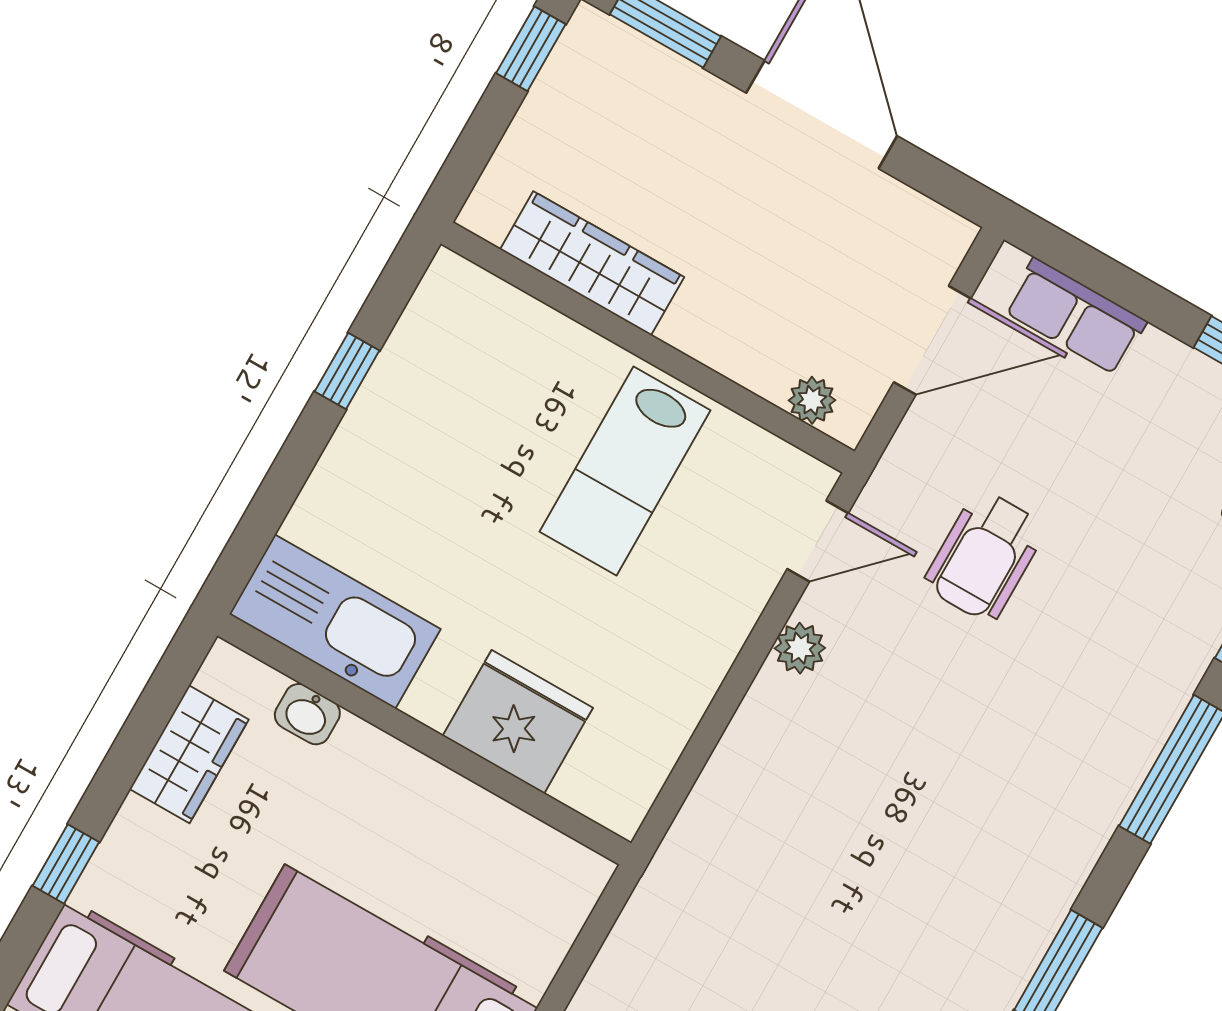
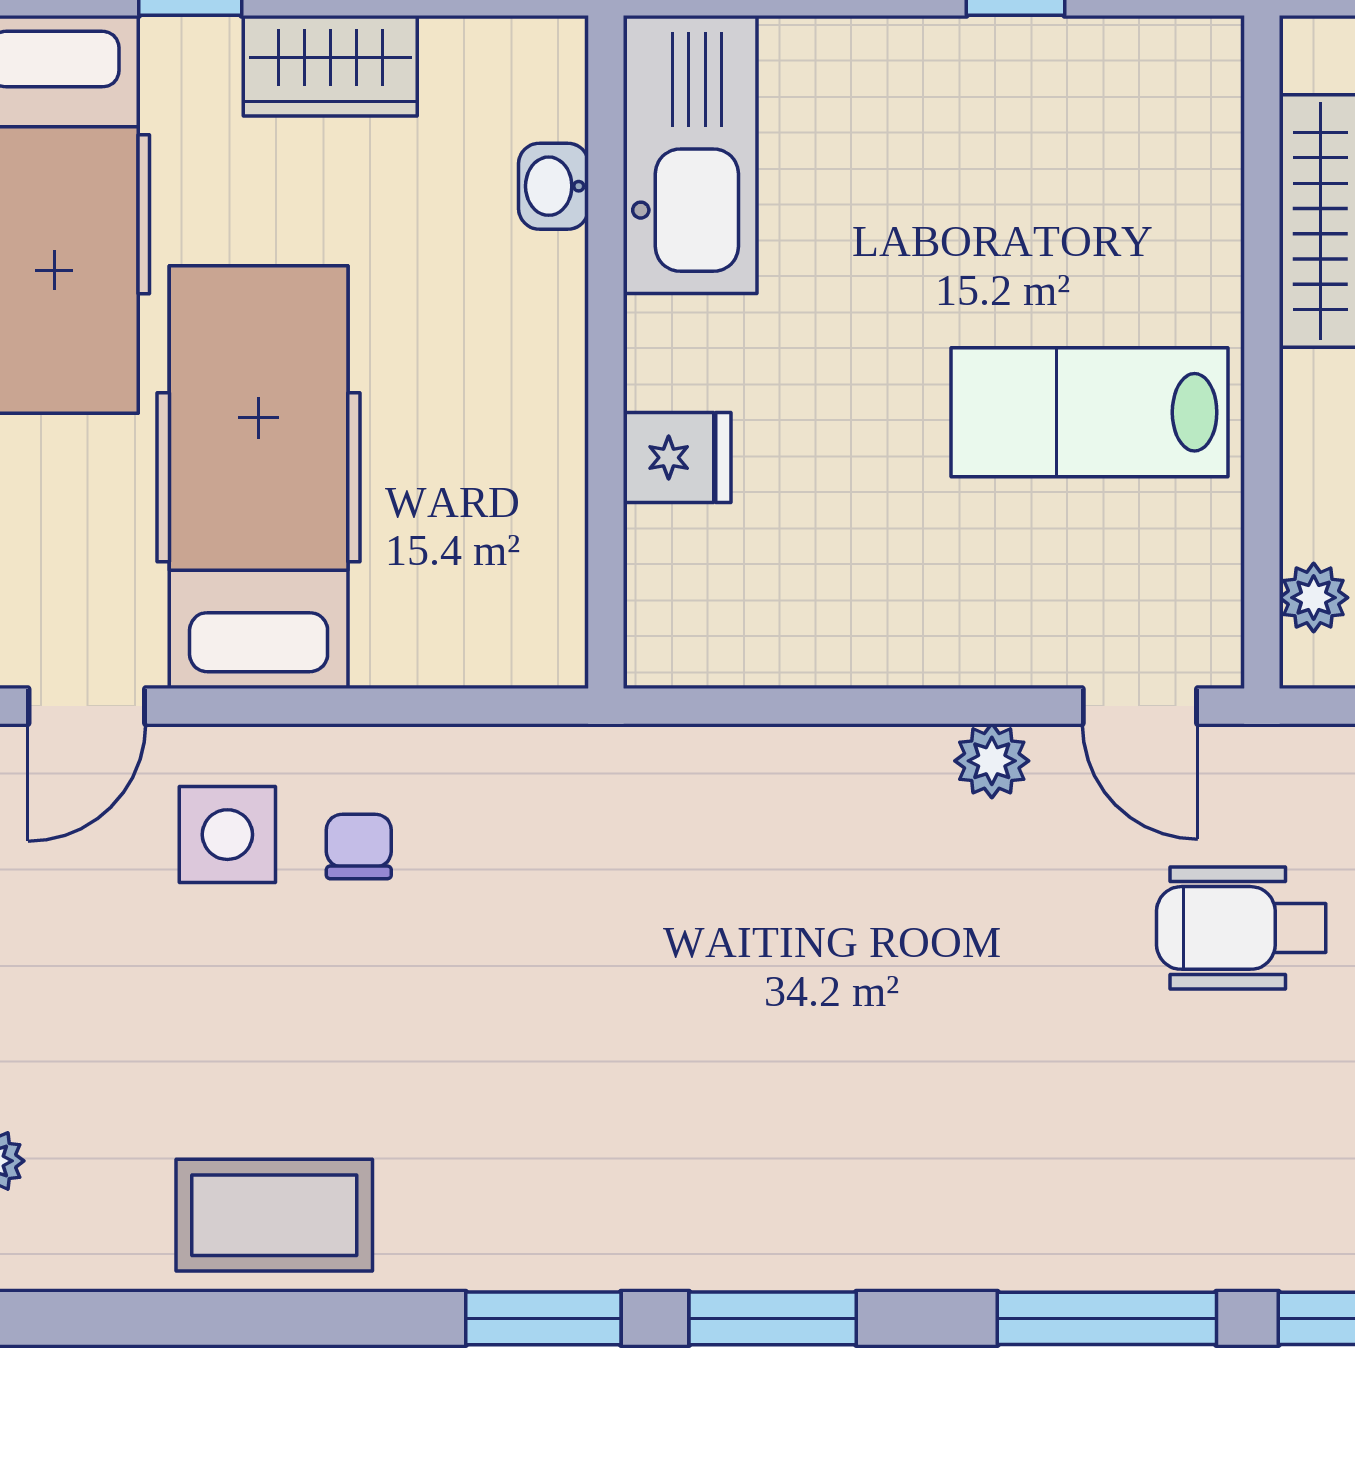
fridge: (518, 722) -> (677, 458), width x0.53, depth x0.75
wardrobe: (189, 754) -> (330, 66), moved

